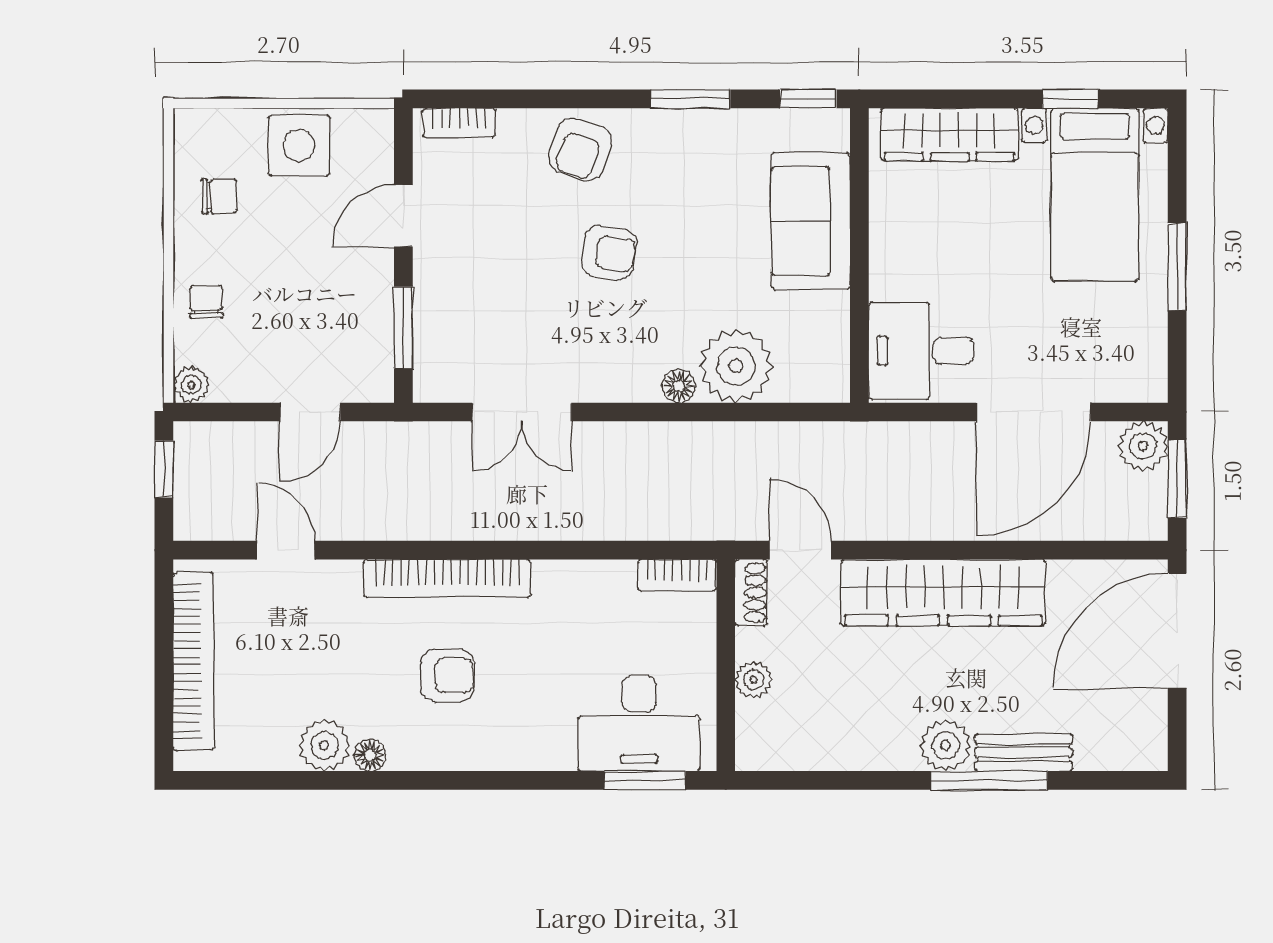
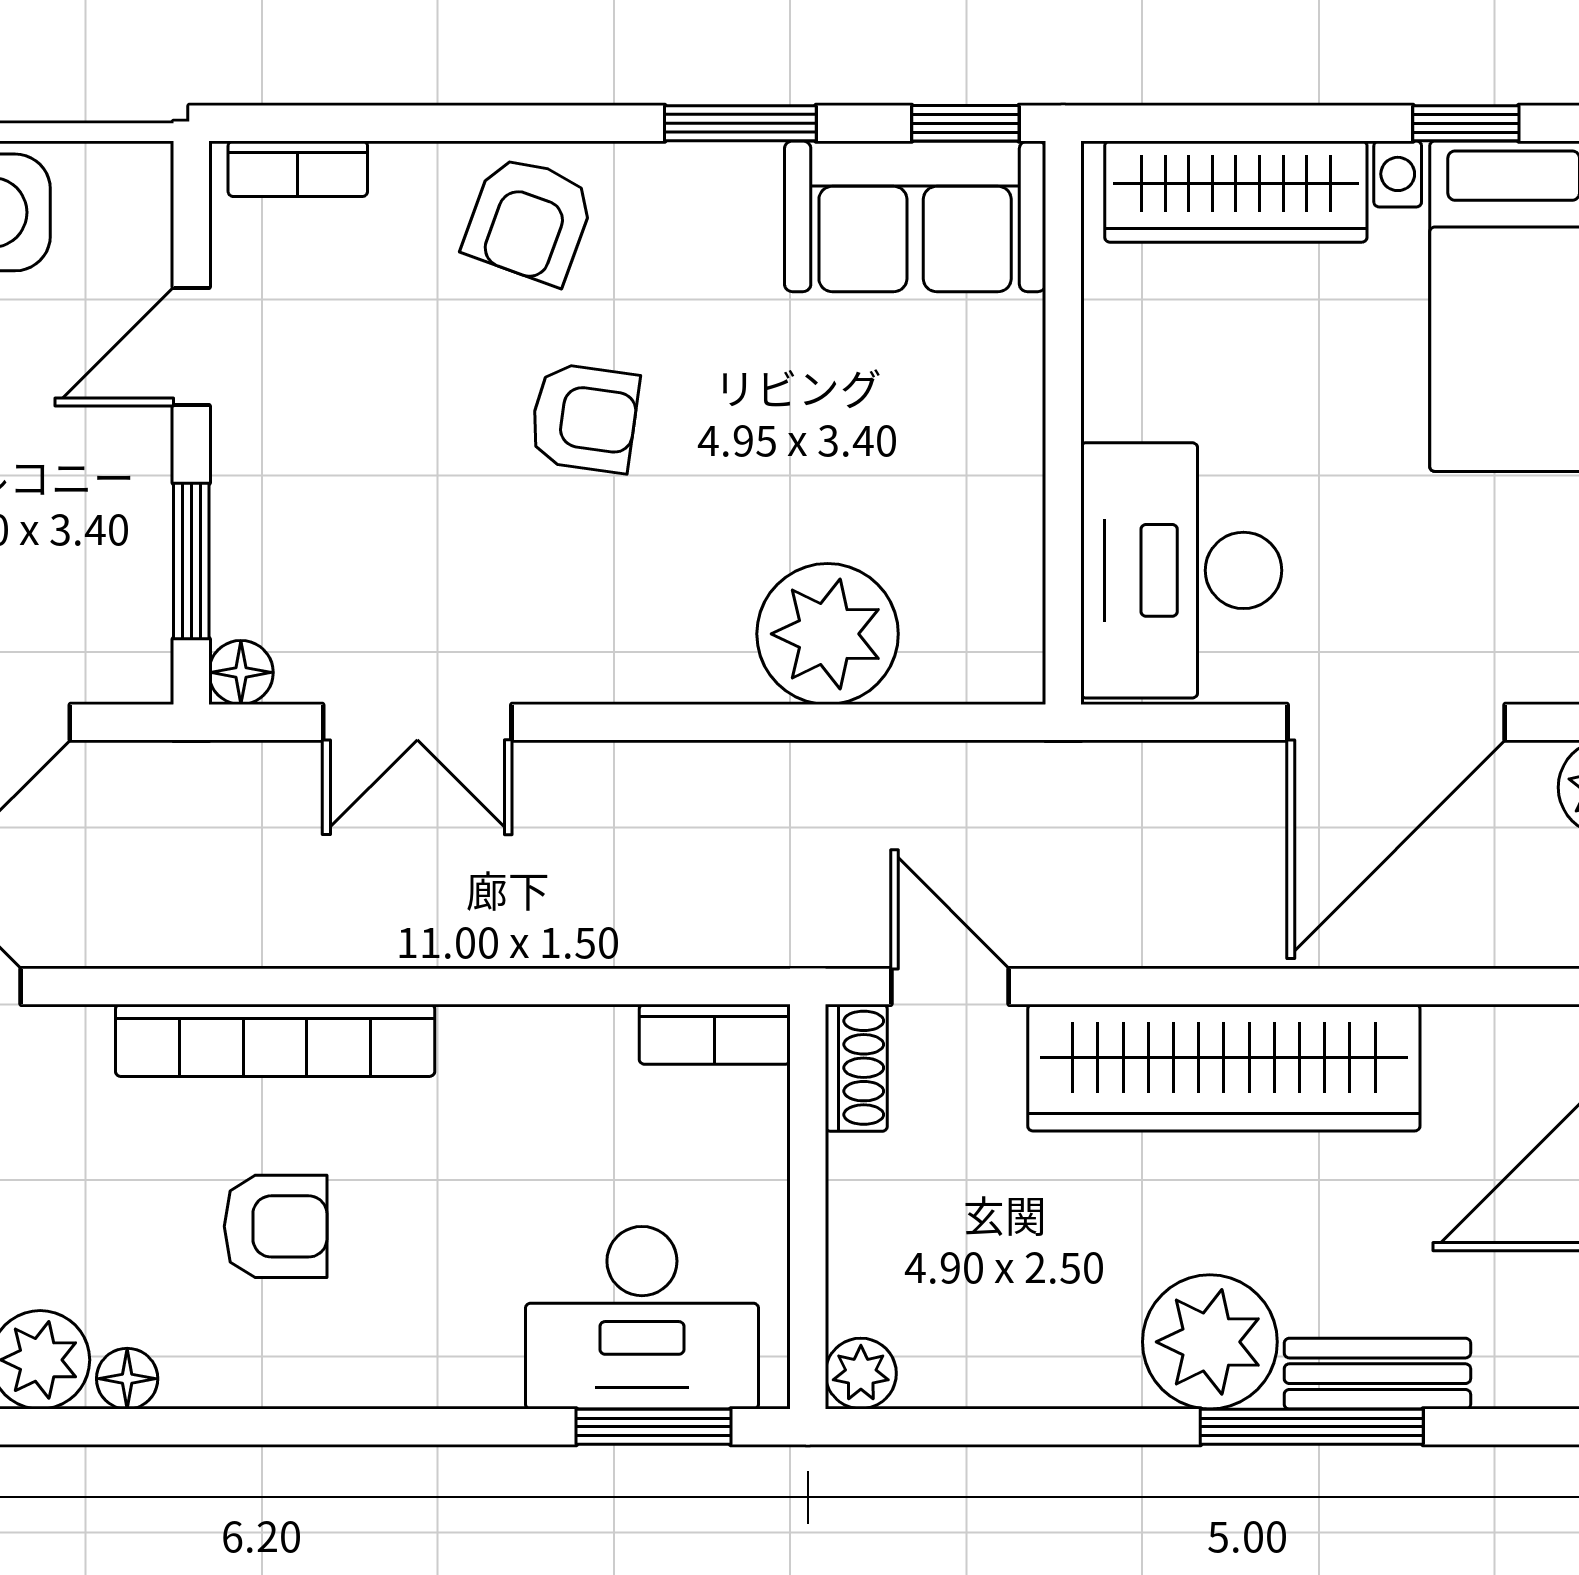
sofa: (811, 221) -> (915, 216), moved, turned -90
desk: (921, 351) -> (1181, 570), width x1.37
floor lamp: (679, 386) -> (241, 672), moved
plant: (753, 680) -> (861, 1373), moved
plant: (945, 745) -> (1210, 1342), width x1.36, depth x1.36

